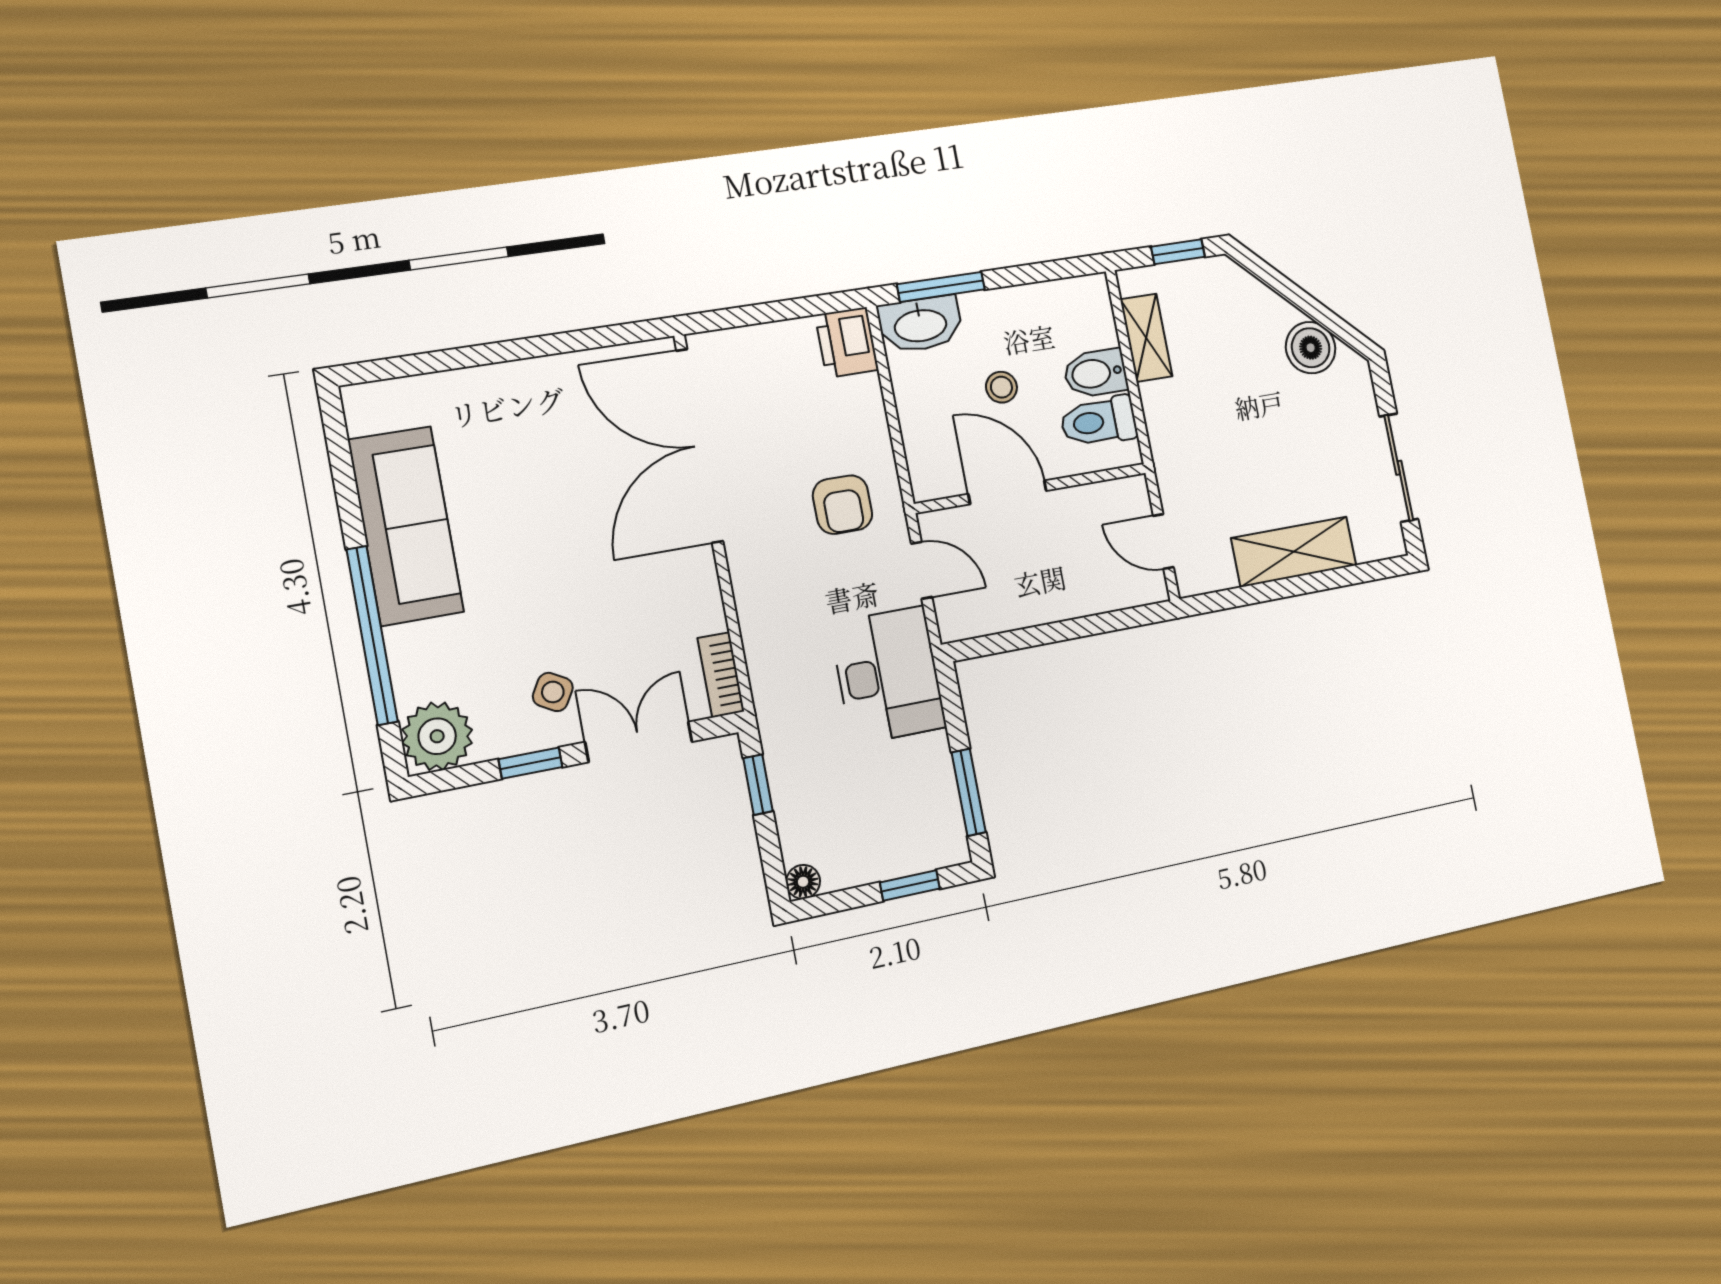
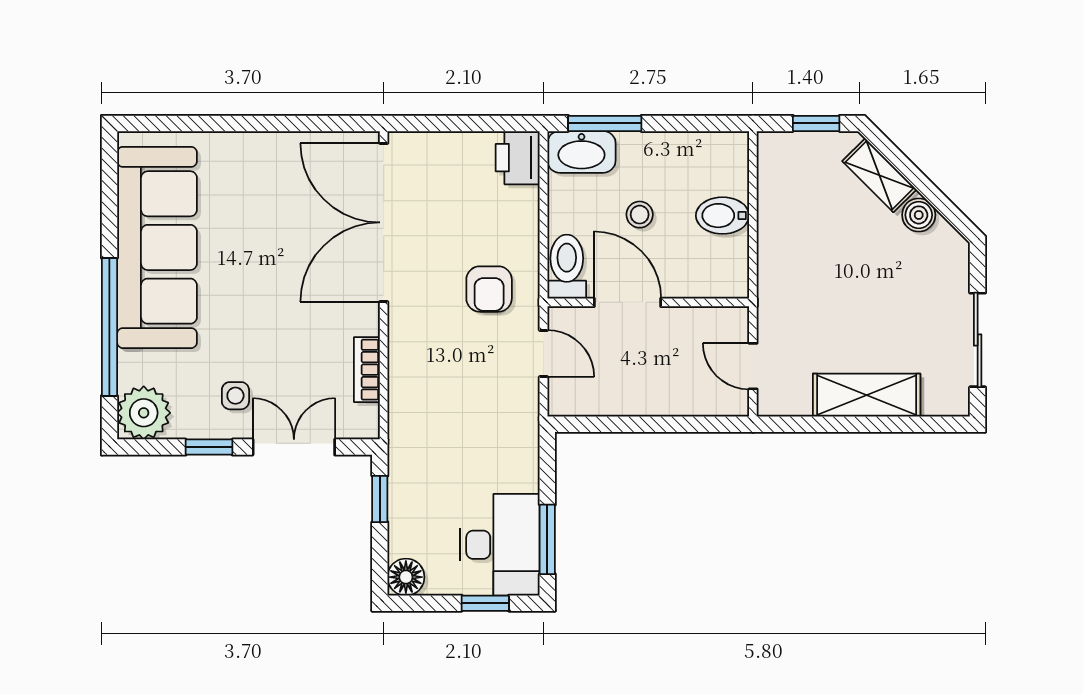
shelving: (1146, 338) -> (879, 175), moved, turned -45
boiler: (1311, 348) -> (919, 215), width x0.73, depth x0.73
toilet: (1099, 421) -> (567, 267), moved, turned 90
sofa: (406, 526) -> (157, 247), width x1.36, depth x1.27
bookcase: (721, 675) -> (367, 370), moved
desk: (888, 675) -> (500, 545), moved
side table: (553, 692) -> (235, 396), turned -30
floor lamp: (803, 882) -> (406, 577), width x1.37, depth x1.37

